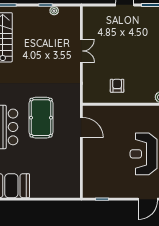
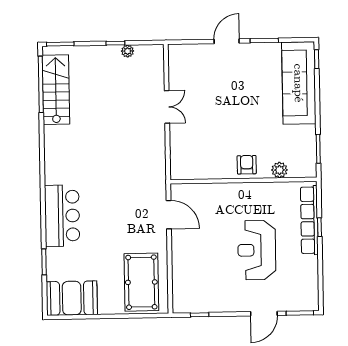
armchair: (117, 86) -> (247, 165), moved
pool table: (41, 118) -> (141, 282), moved

